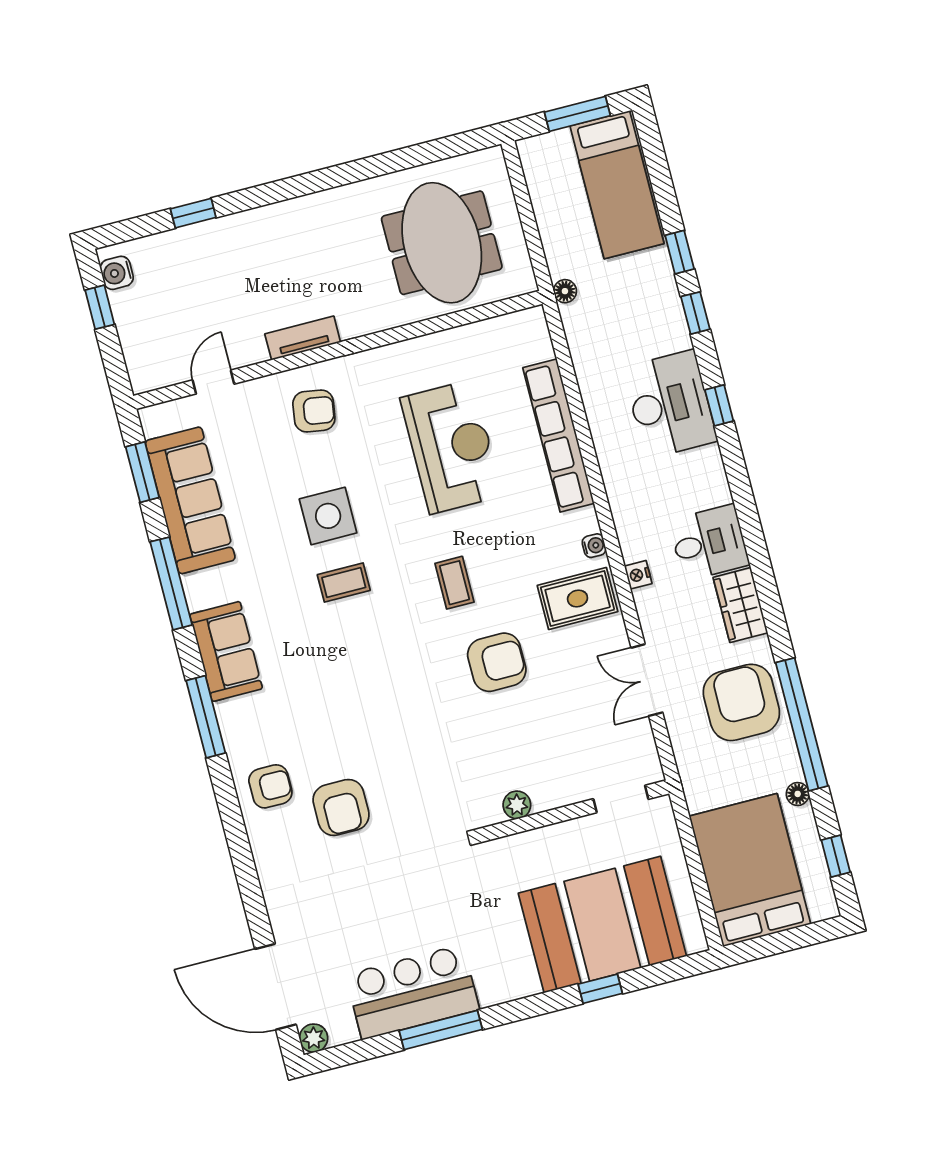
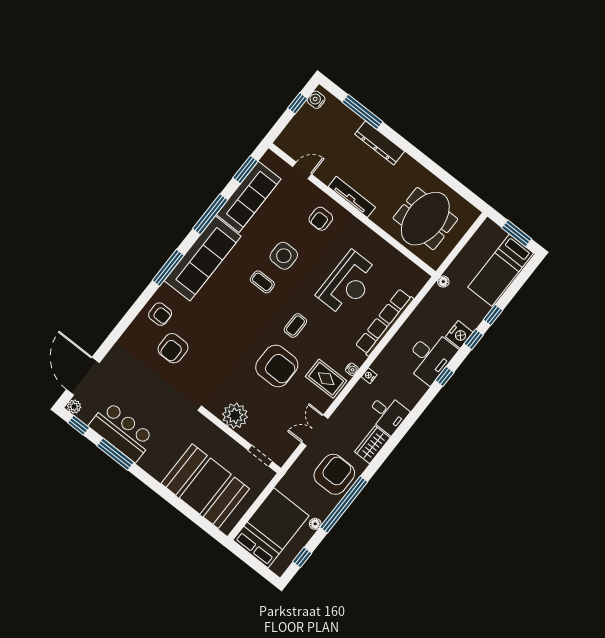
window: (193, 213) -> (363, 112), width x2.17
dresser: (264, 224) -> (380, 143), added
nightstand: (670, 330) -> (459, 335), added
tv unit: (303, 338) -> (352, 197), width x1.41
armchair: (314, 411) -> (321, 219), turned 81
nightstand: (638, 575) -> (369, 376), moved
sofa: (226, 651) -> (203, 258), width x1.85, depth x1.27
armchair: (497, 662) -> (277, 366), width x1.36, depth x1.36
plant: (517, 805) -> (235, 416), width x1.88, depth x1.88
window: (600, 989) -> (79, 425), moved

